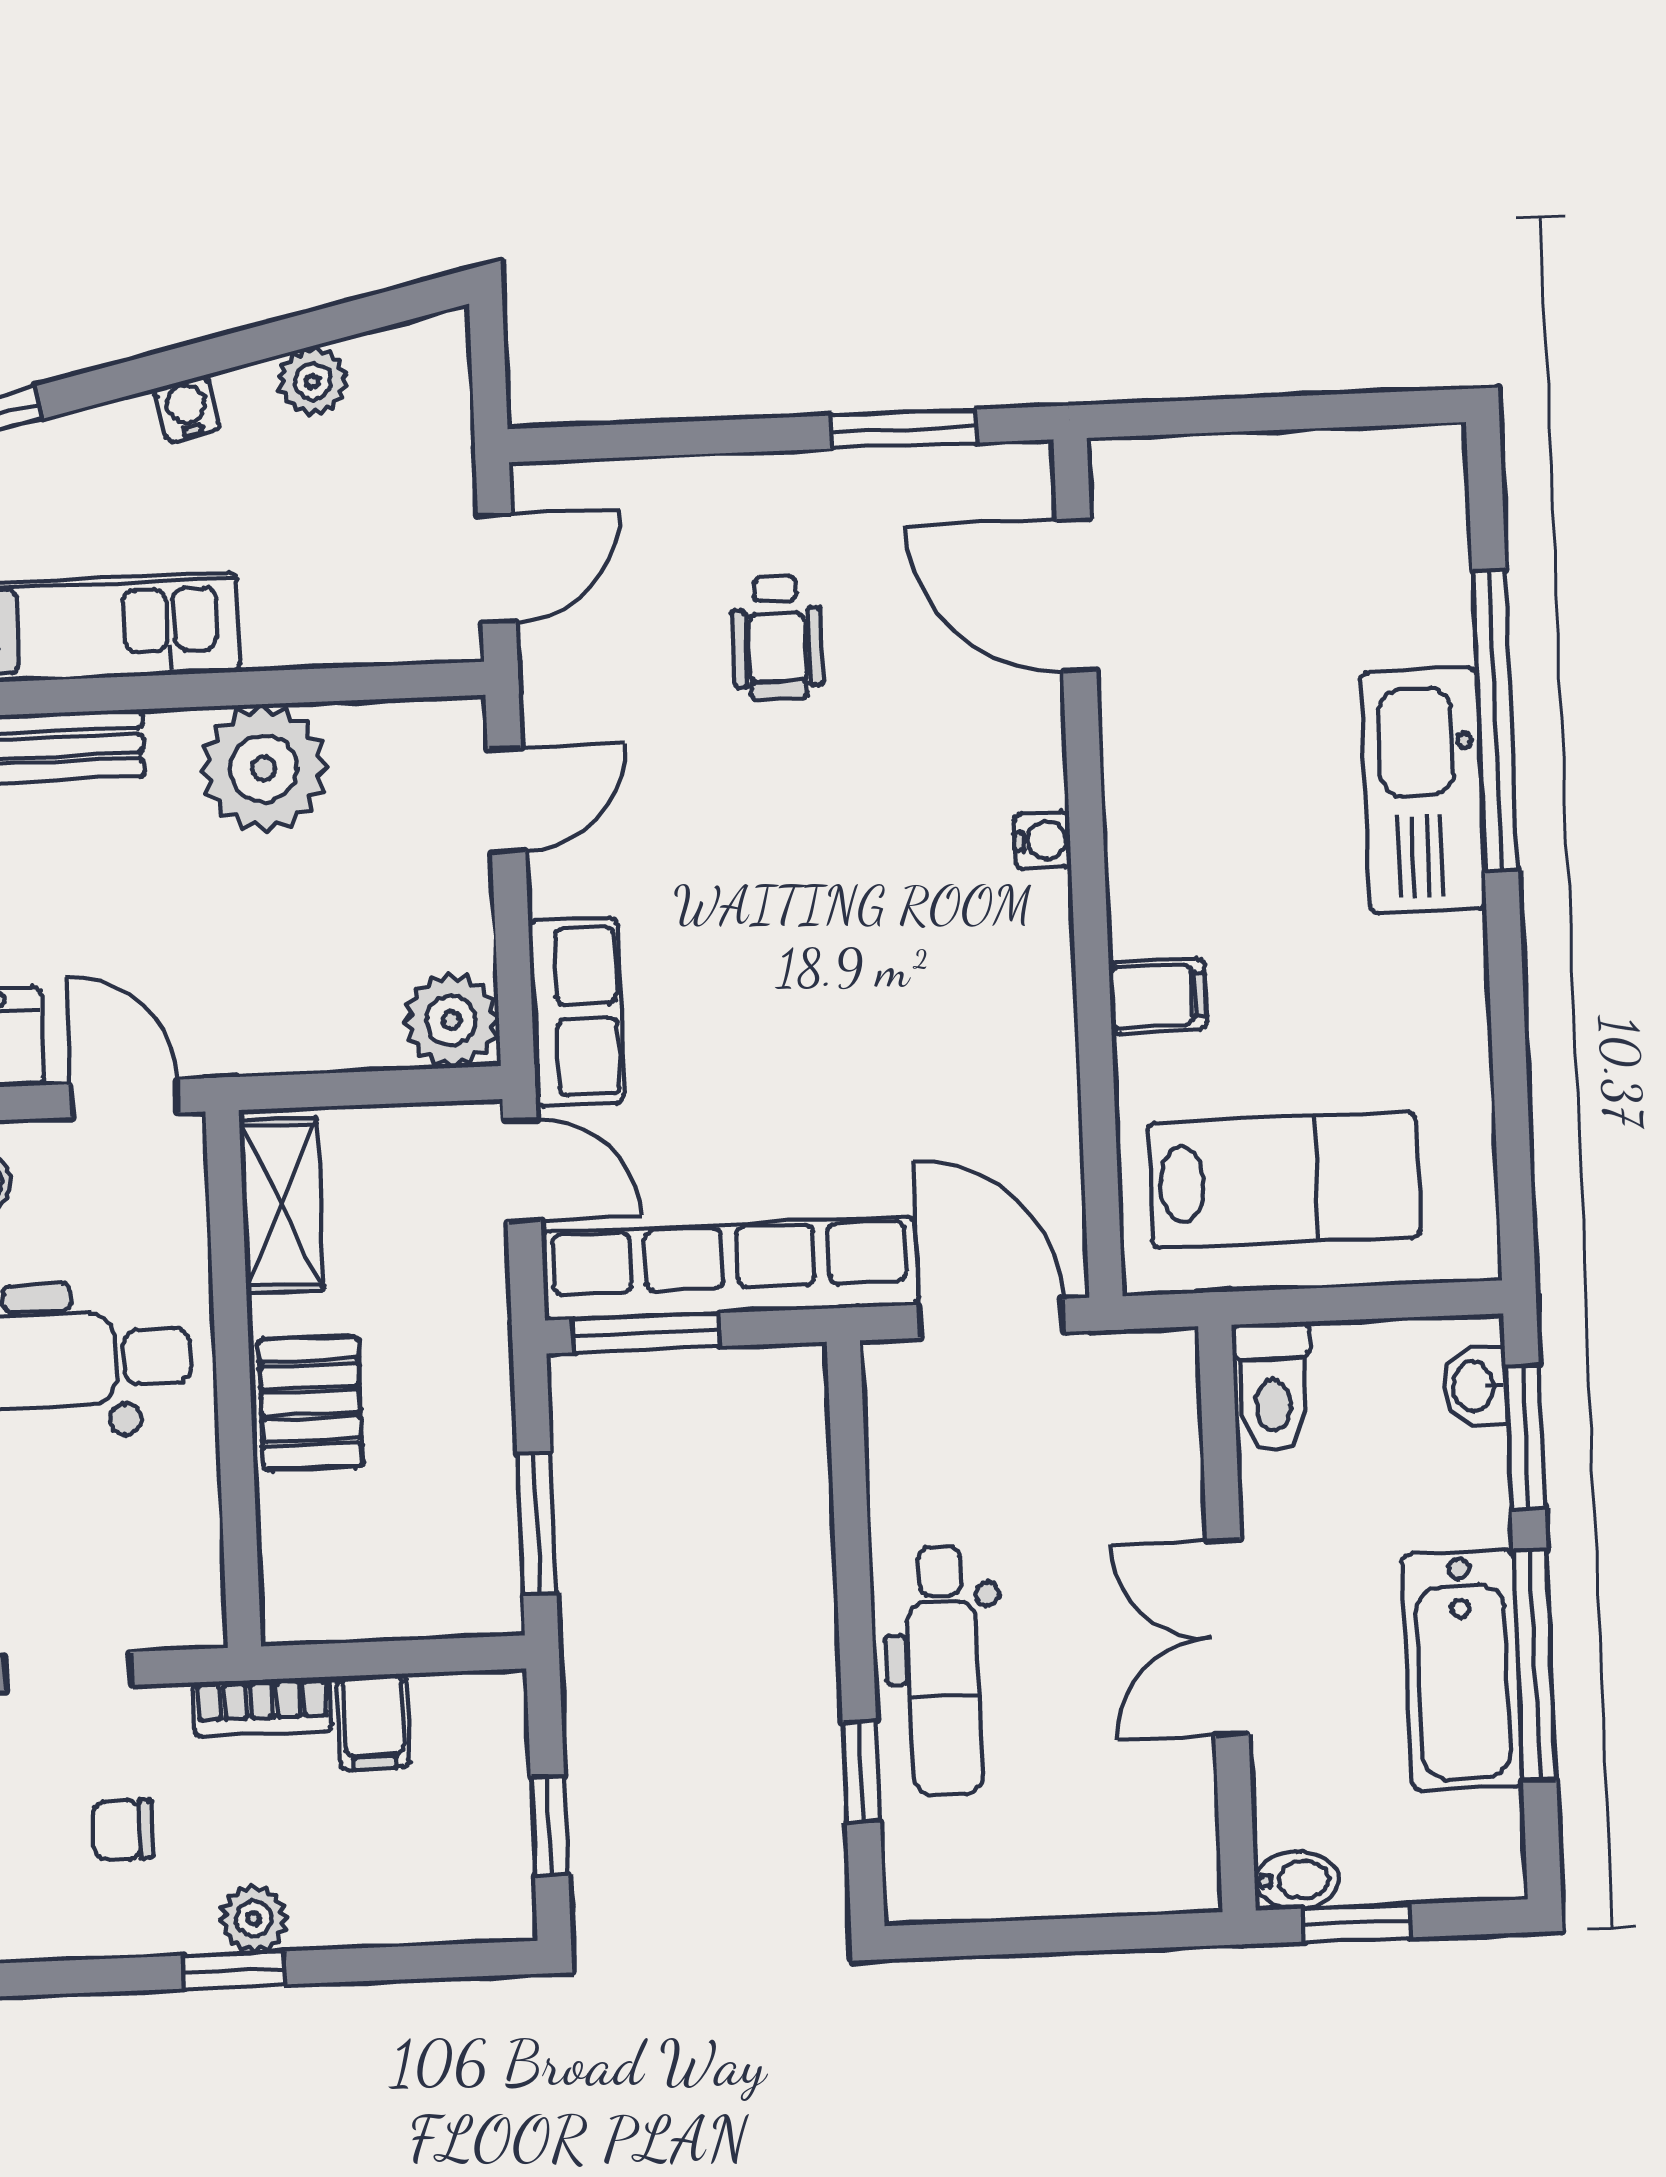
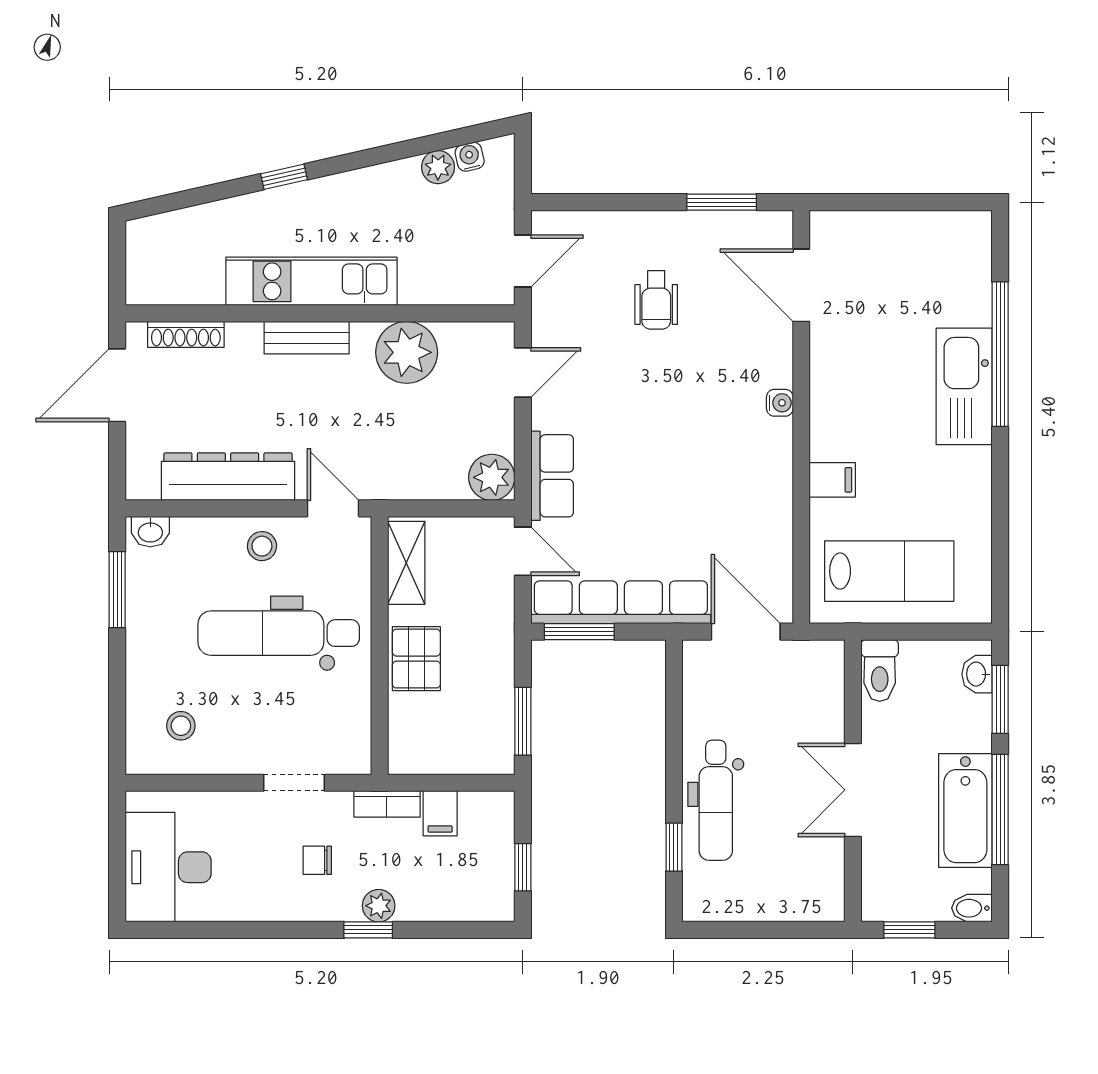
water cooler: (187, 408) -> (470, 157), moved
bidet: (1297, 1880) -> (972, 908), moved, turned 180

